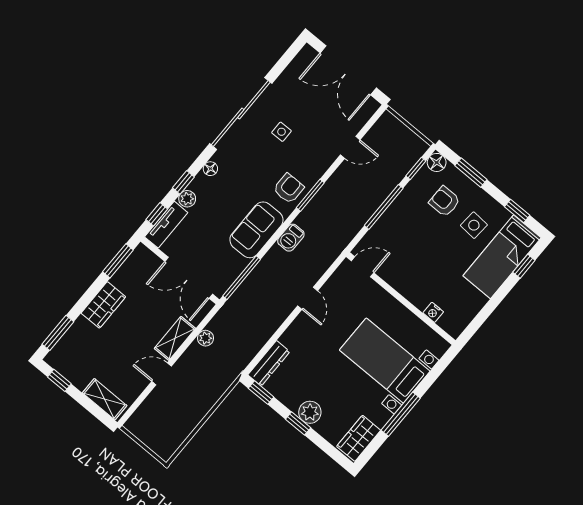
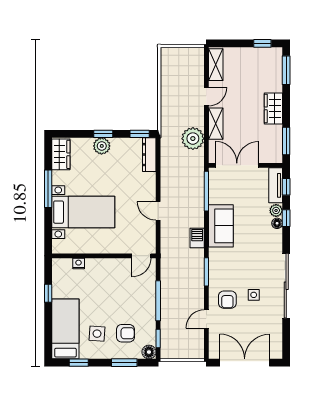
floor lamp: (210, 169) -> (277, 223), moved
armchair: (289, 188) -> (227, 300), moved
window: (524, 266) -> (48, 293), moved
plant: (205, 338) -> (193, 139), width x1.87, depth x1.87
shelving: (105, 399) -> (216, 65), moved, turned 90

